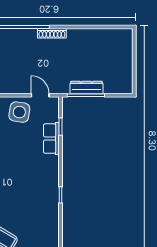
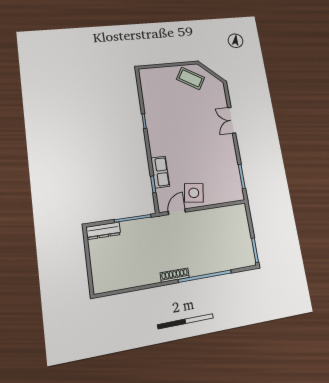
dresser: (87, 87) -> (103, 231), moved
door: (40, 95) -> (177, 212), swing flipped

